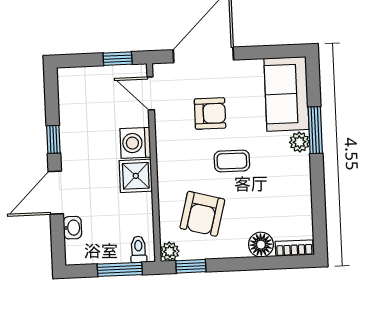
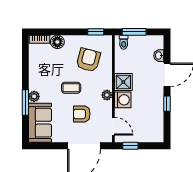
plant: (170, 251) -> (107, 95), moved

